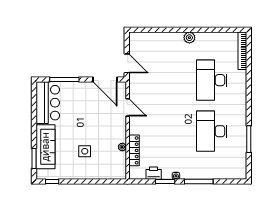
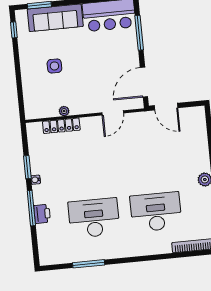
door: (127, 63) -> (166, 107), hinge flipped
printer: (154, 173) -> (42, 214), moved

